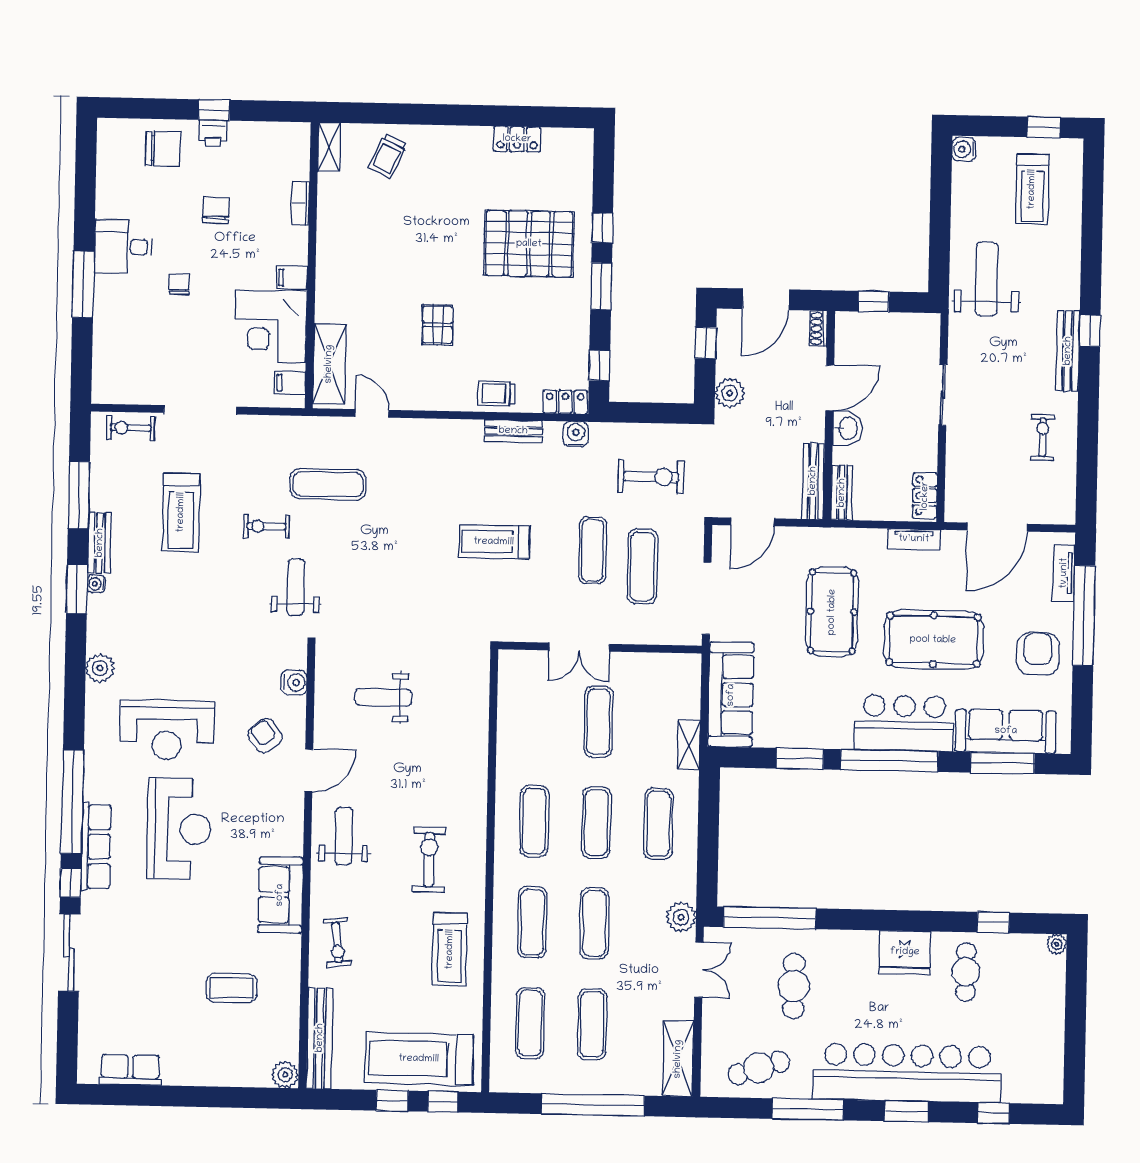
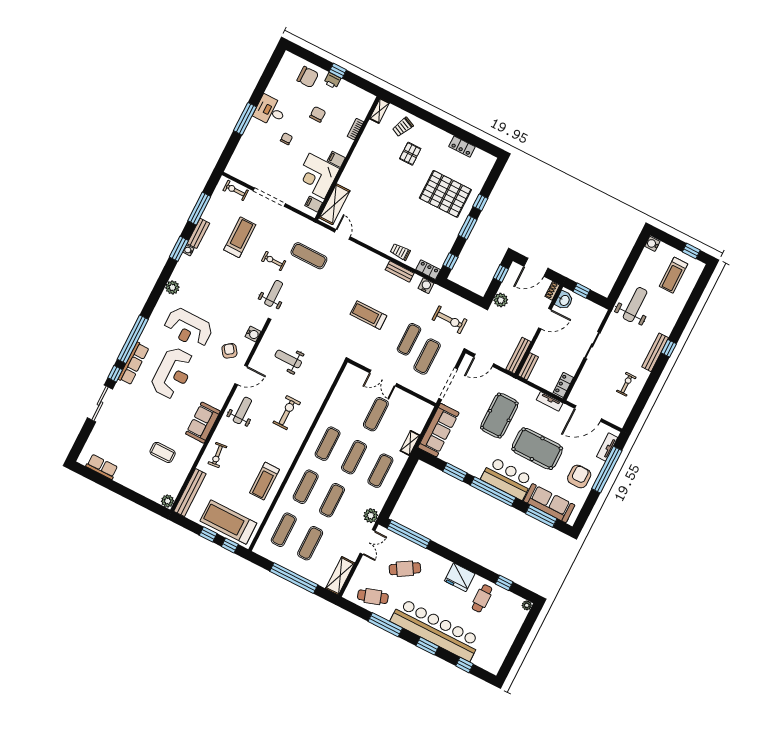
pallet: (438, 325) -> (410, 154), moved
washbasin: (847, 428) -> (564, 300), moved
treadmill: (181, 512) -> (240, 237), turned 180
exercise bike: (429, 860) -> (287, 413), moved
cafe table: (794, 986) -> (405, 569), turned 59

